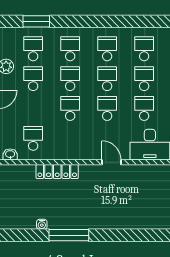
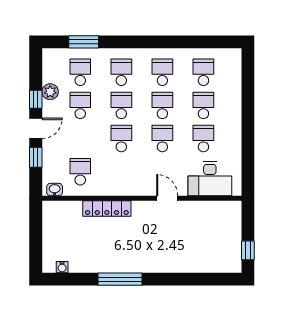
water cooler: (42, 224) -> (62, 267), moved

